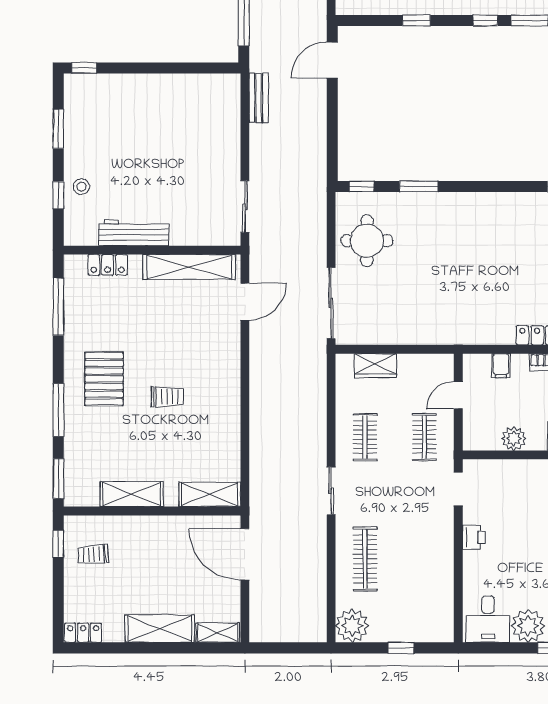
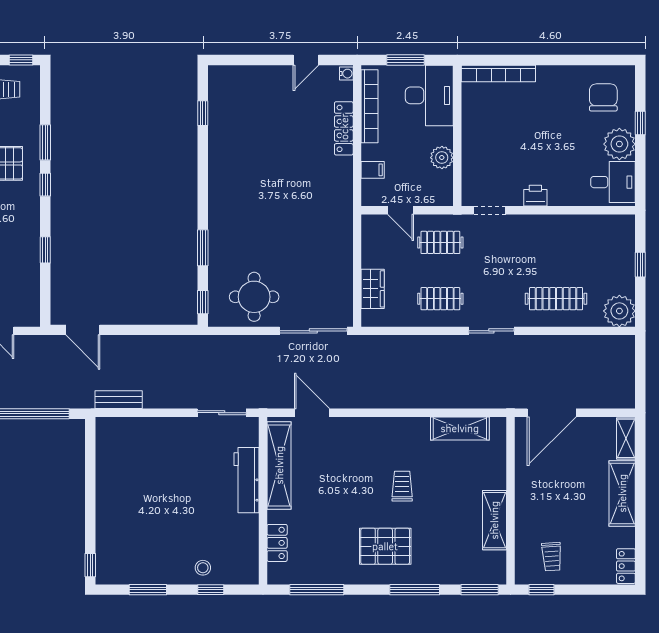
workbench: (134, 233) -> (247, 480), moved
shelving: (210, 494) -> (460, 428), moved, turned 90

